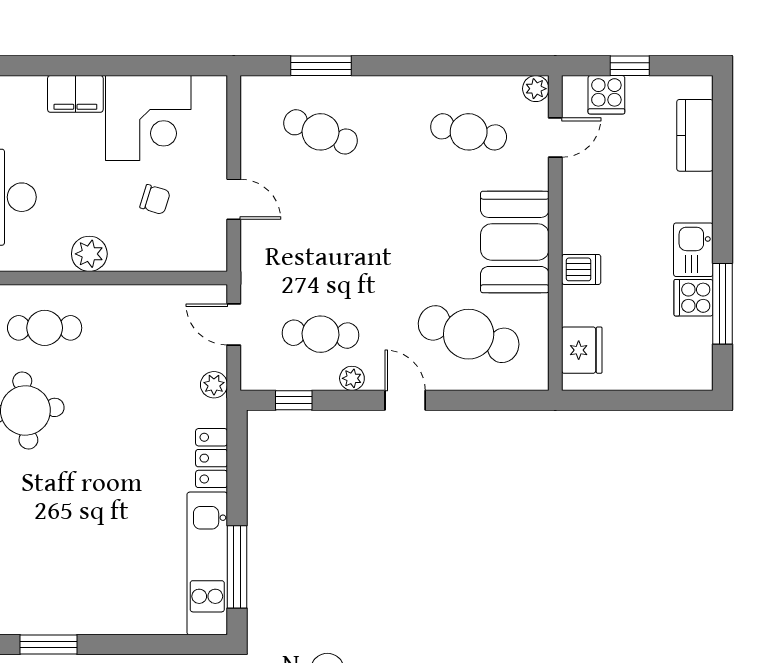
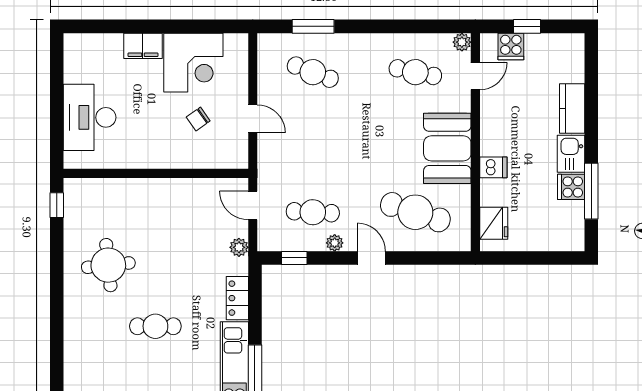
kitchen counter: (695, 135) -> (572, 108), moved
chair: (155, 199) -> (198, 119), turned 128
plant: (89, 254) -> (153, 157), removed
cafe table: (45, 328) -> (155, 326), moved

